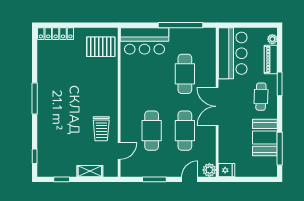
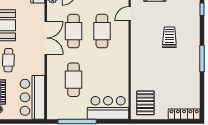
pallet: (101, 47) -> (145, 103), turned 90
double door: (217, 106) -> (46, 38), moved
trolley: (101, 129) -> (169, 37), moved

